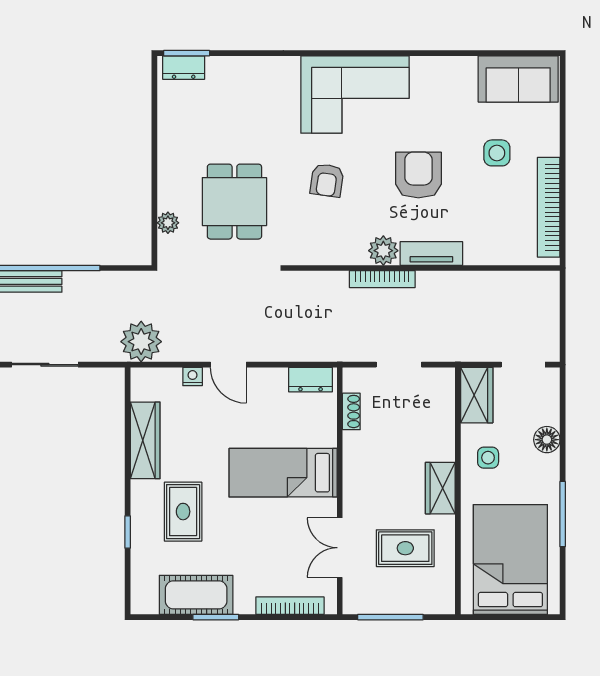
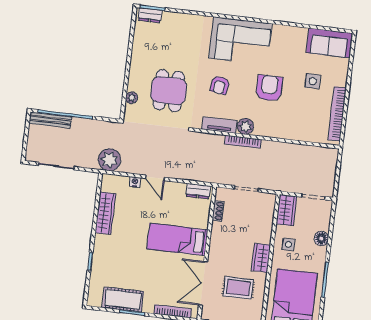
tv unit: (431, 253) -> (219, 125), moved
rug: (183, 512) -> (121, 254), removed
double door: (340, 548) -> (203, 283), width x1.37

